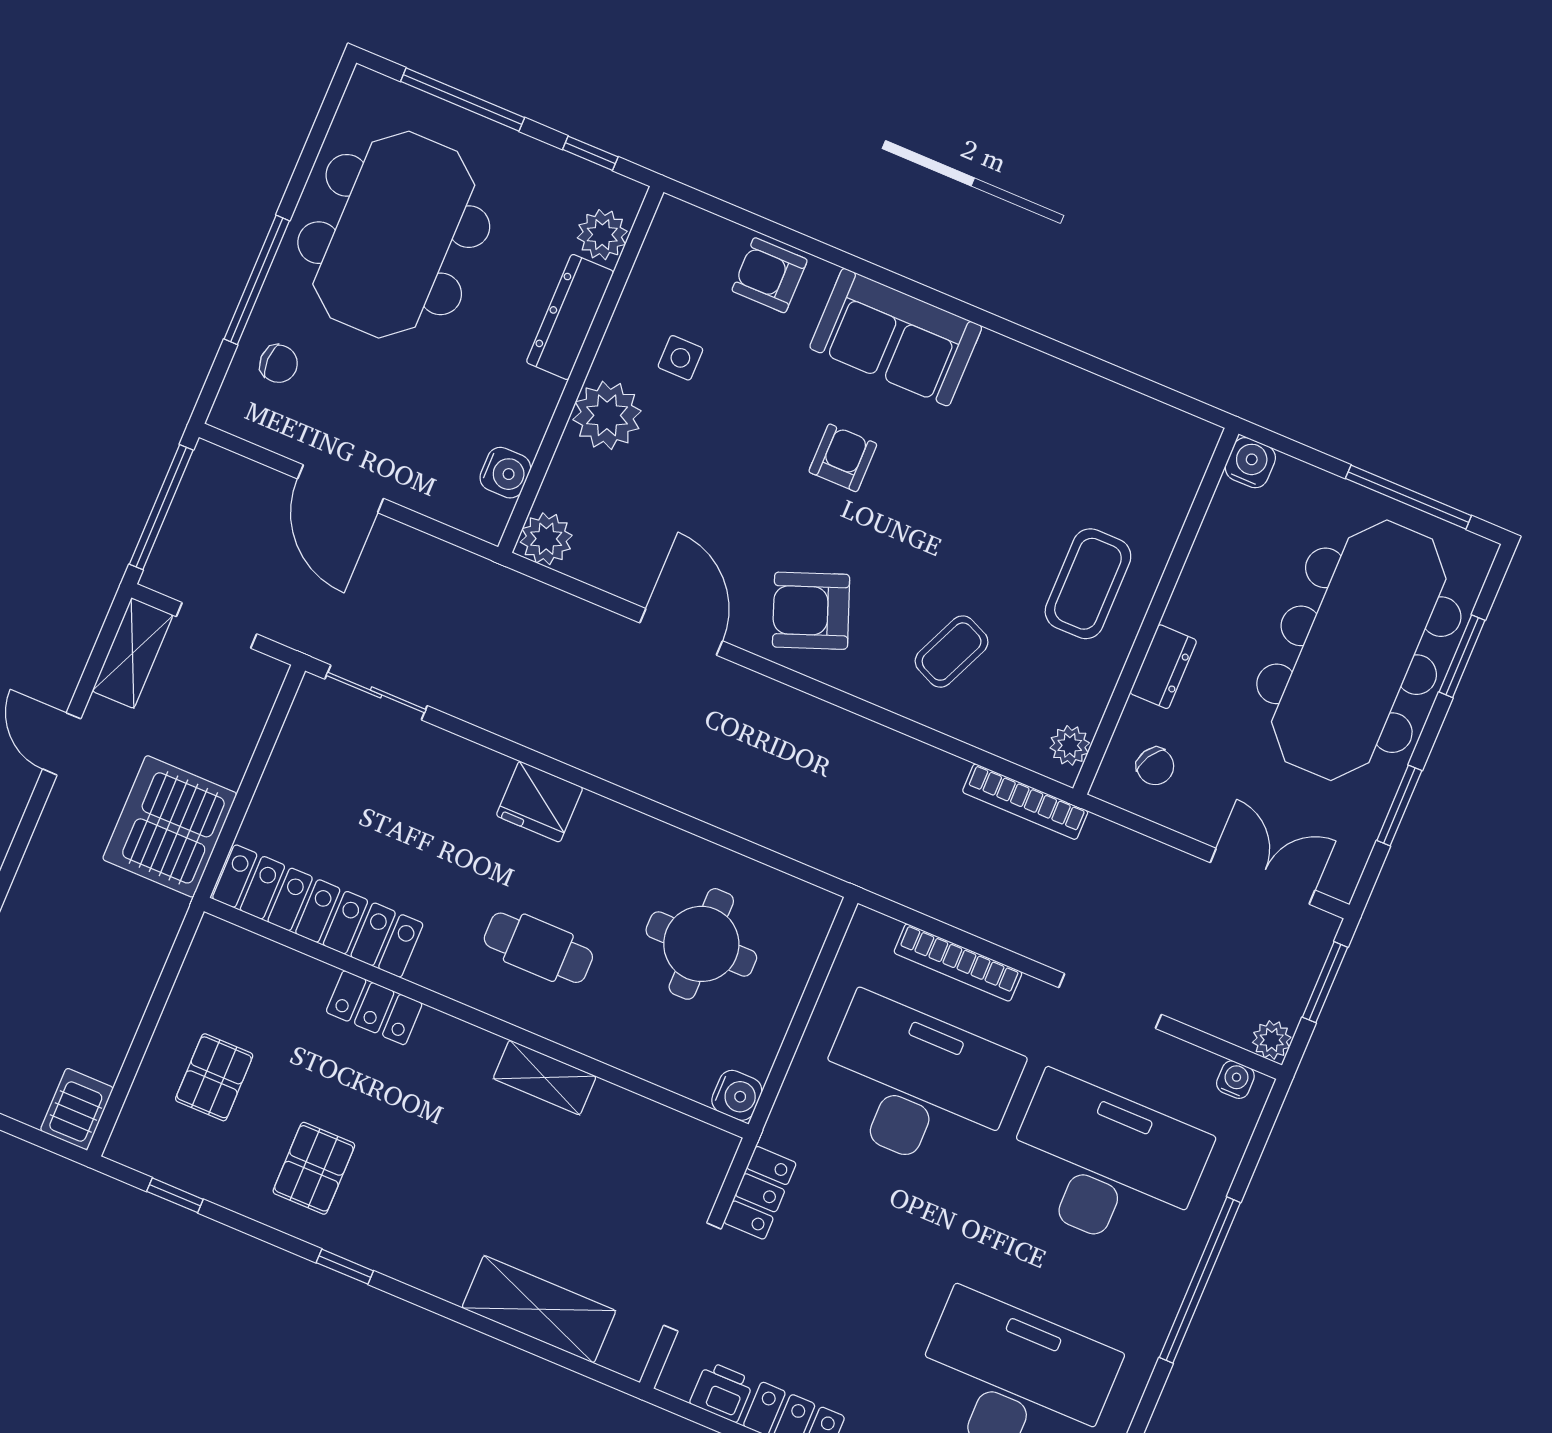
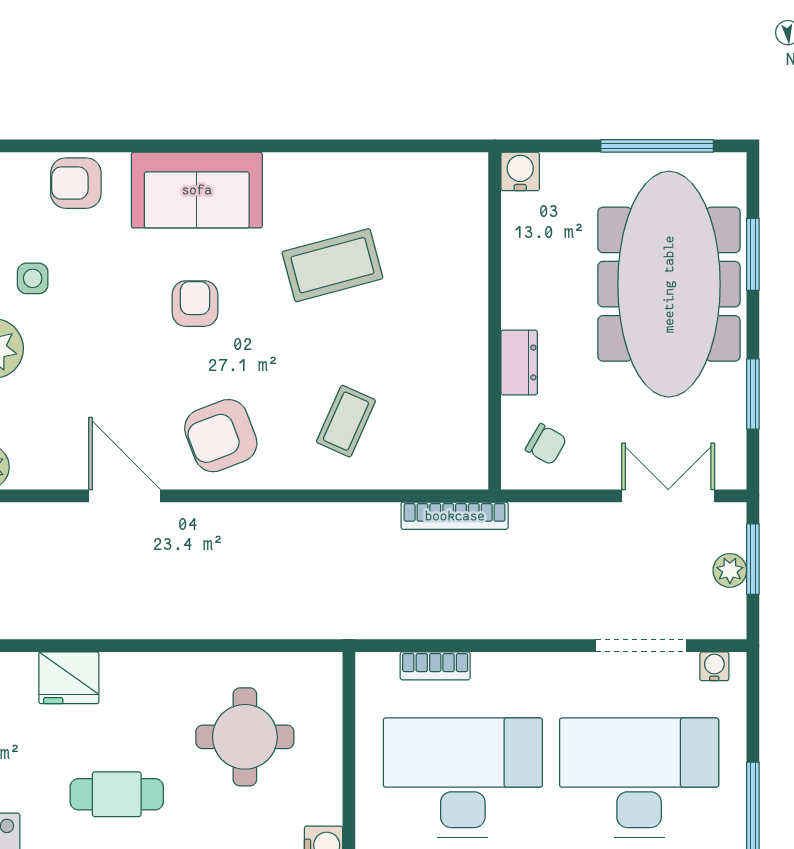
coffee table: (1088, 584) -> (332, 265), moved, turned 75
plant: (1070, 745) -> (471, 456), removed
bookcase: (958, 963) -> (435, 666), width x0.64
doorway: (1110, 1001) -> (641, 646), moved
plant: (1272, 1040) -> (730, 570), moved

